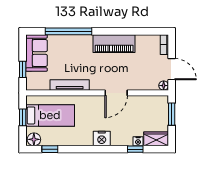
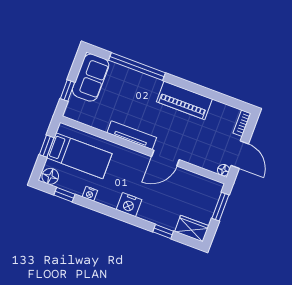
tv unit: (70, 85) -> (132, 135), moved
nightstand: (138, 141) -> (90, 194), moved

